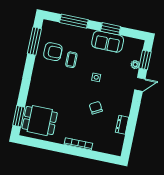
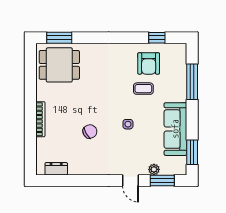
window: (111, 29) -> (192, 152), moved
window: (34, 41) -> (157, 38), width x0.46
sofa: (108, 42) -> (175, 129), width x1.36
dining table: (40, 121) -> (59, 65), turned 90
dresser: (122, 125) -> (56, 169), moved

